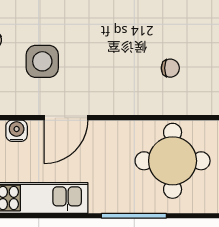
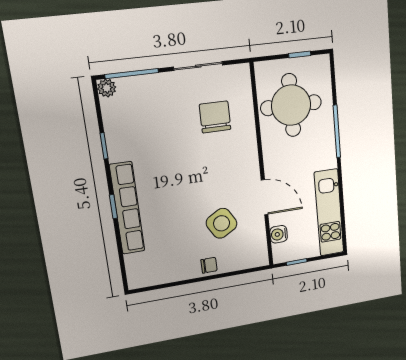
side table: (42, 61) -> (222, 223), turned -30
chair: (170, 68) -> (215, 117), width x1.87, depth x1.87

